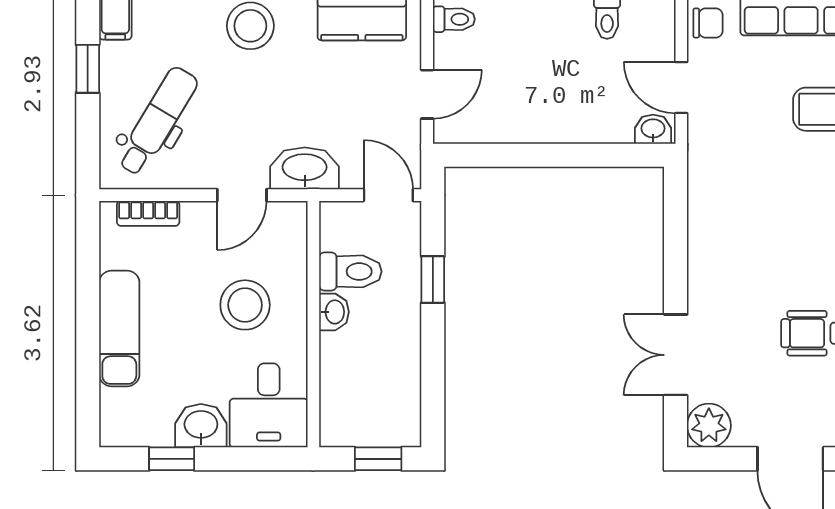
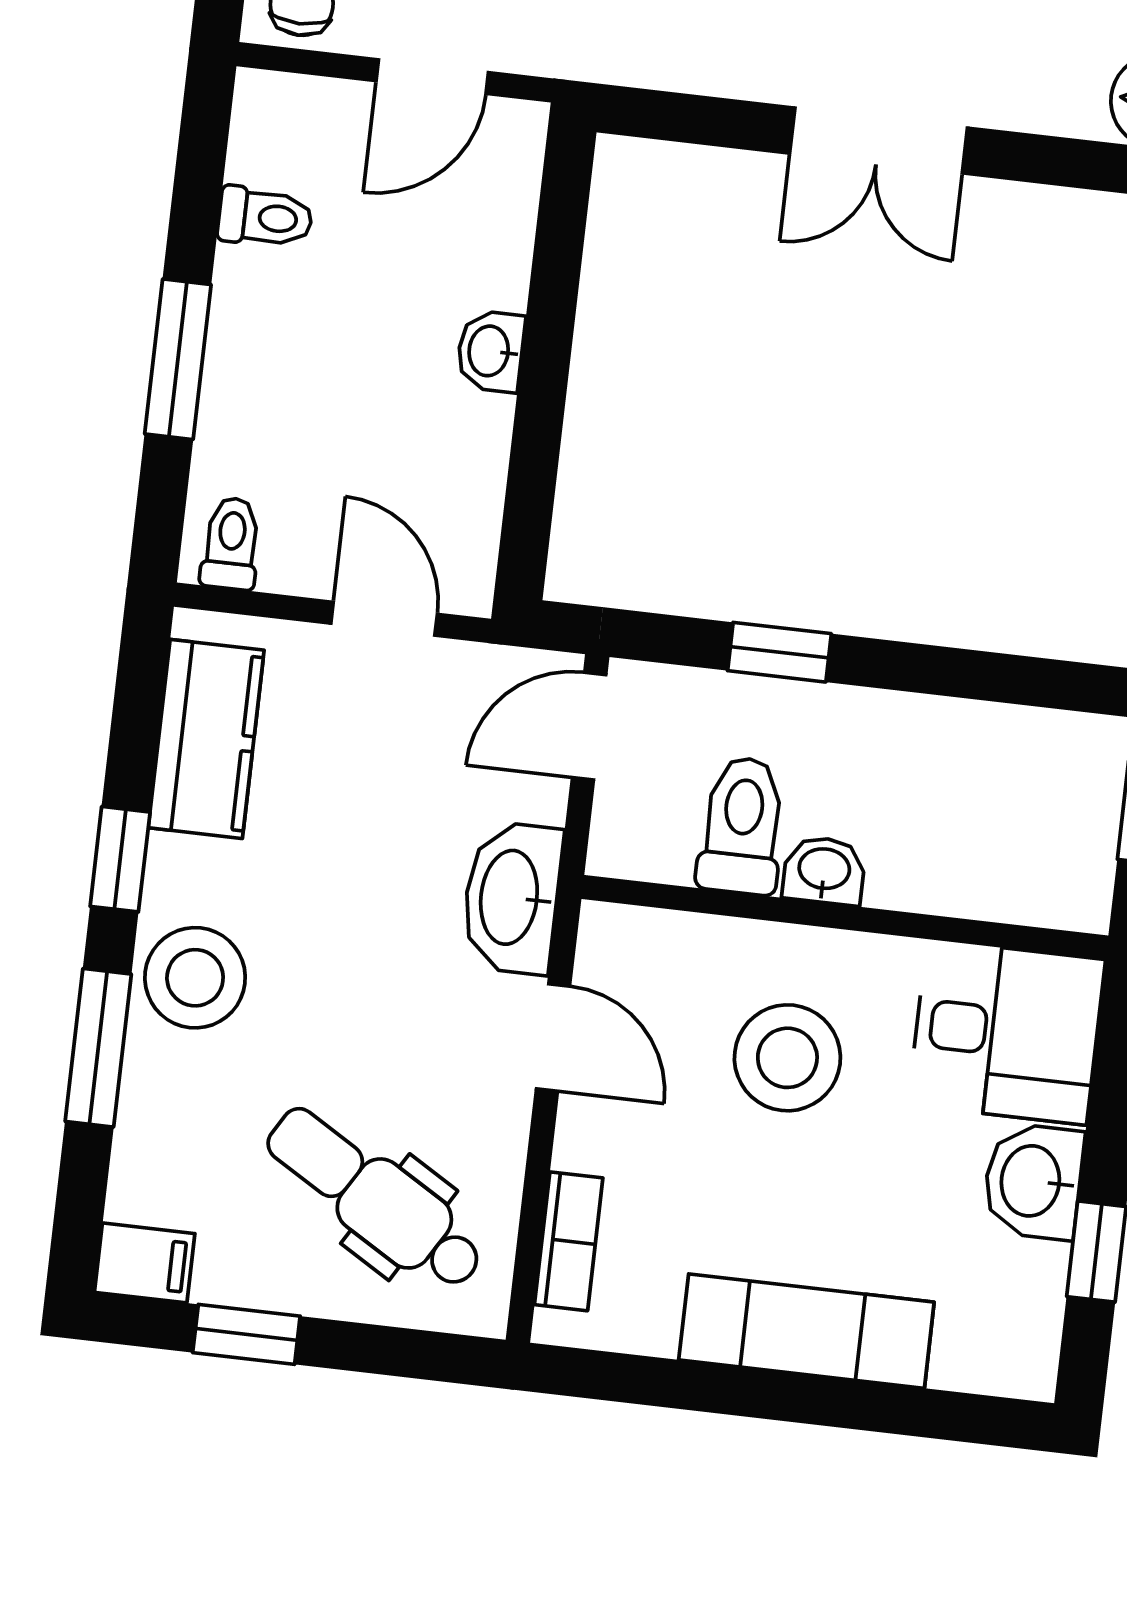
washbasin: (653, 129) -> (490, 351), moved
double door: (676, 355) -> (879, 141), moved

